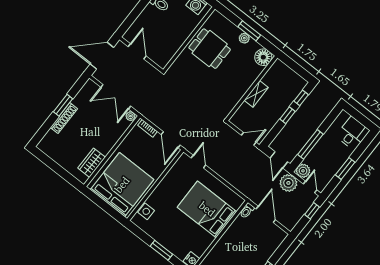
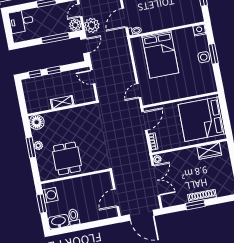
side table: (146, 211) -> (204, 57), moved

